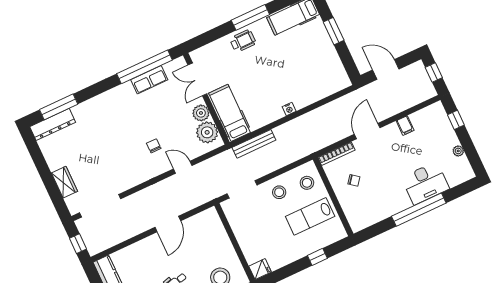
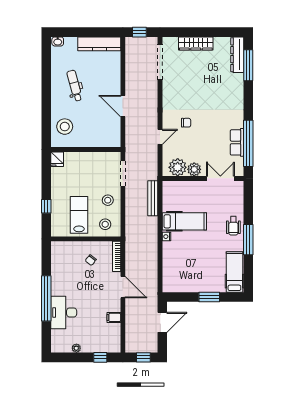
hospital bed: (229, 113) -> (184, 221), moved
wardrobe: (64, 182) -> (196, 43), width x1.50

